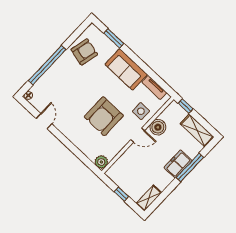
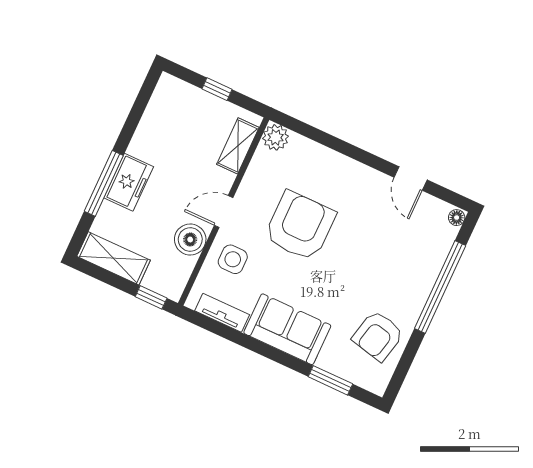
shelving: (149, 198) -> (238, 146), moved

